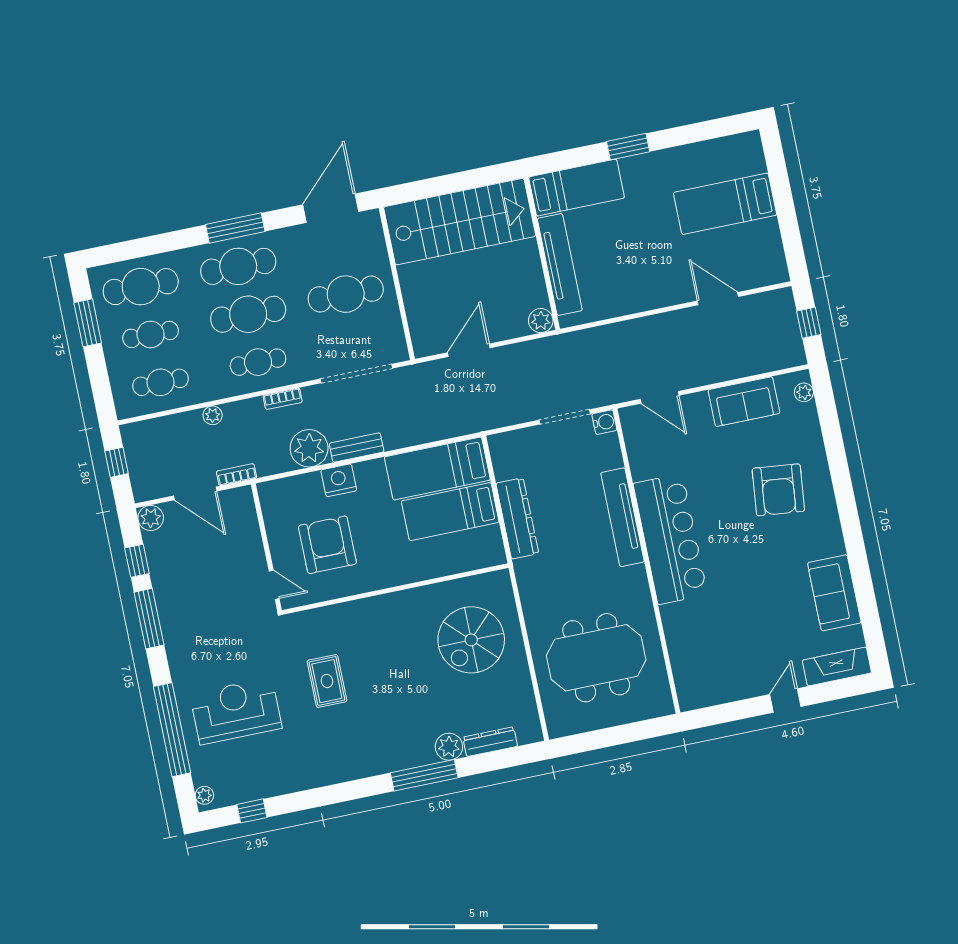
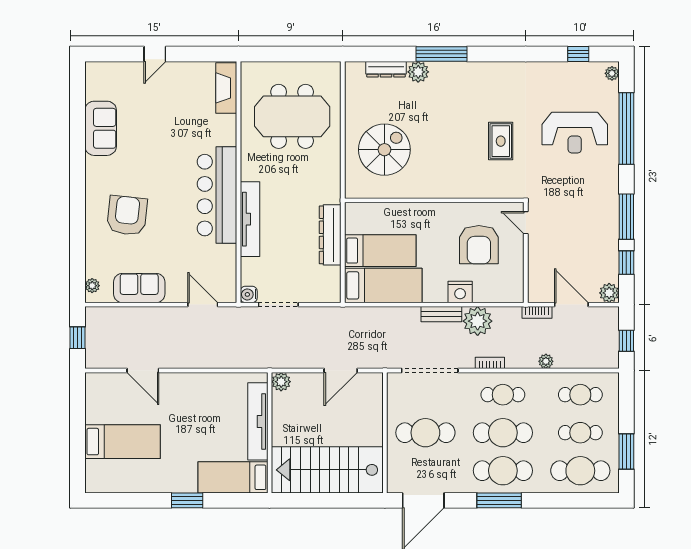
fireplace: (837, 666) -> (226, 88), moved, turned 90

